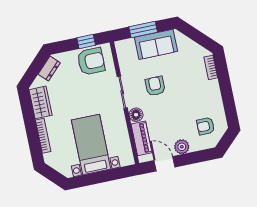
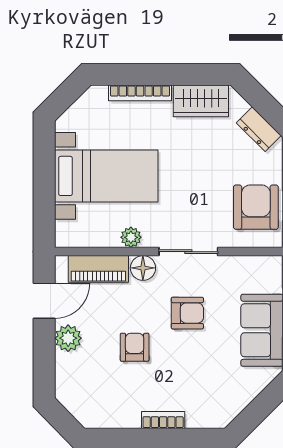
armchair: (91, 61) -> (256, 207), turned 180
bookcase: (211, 67) -> (163, 420), moved
plant: (121, 125) -> (131, 237), added
armchair: (206, 126) -> (135, 347), moved

